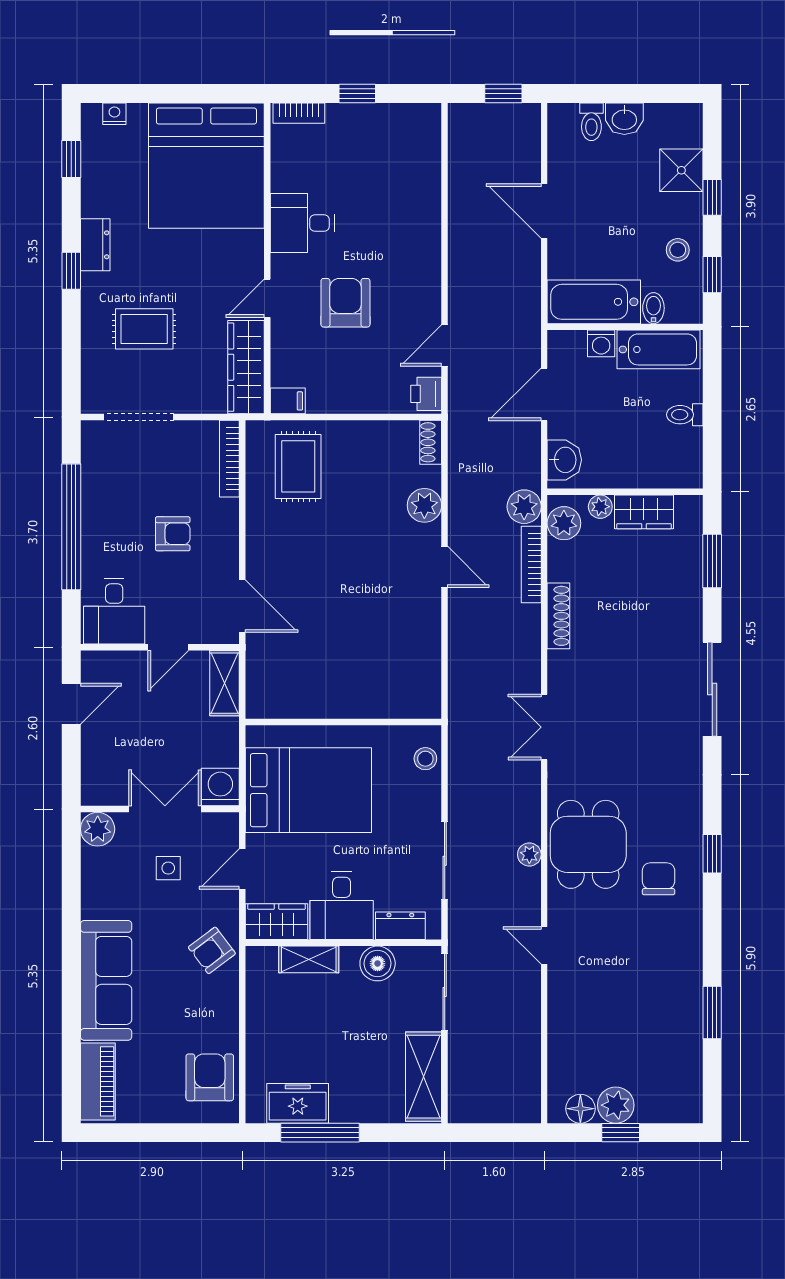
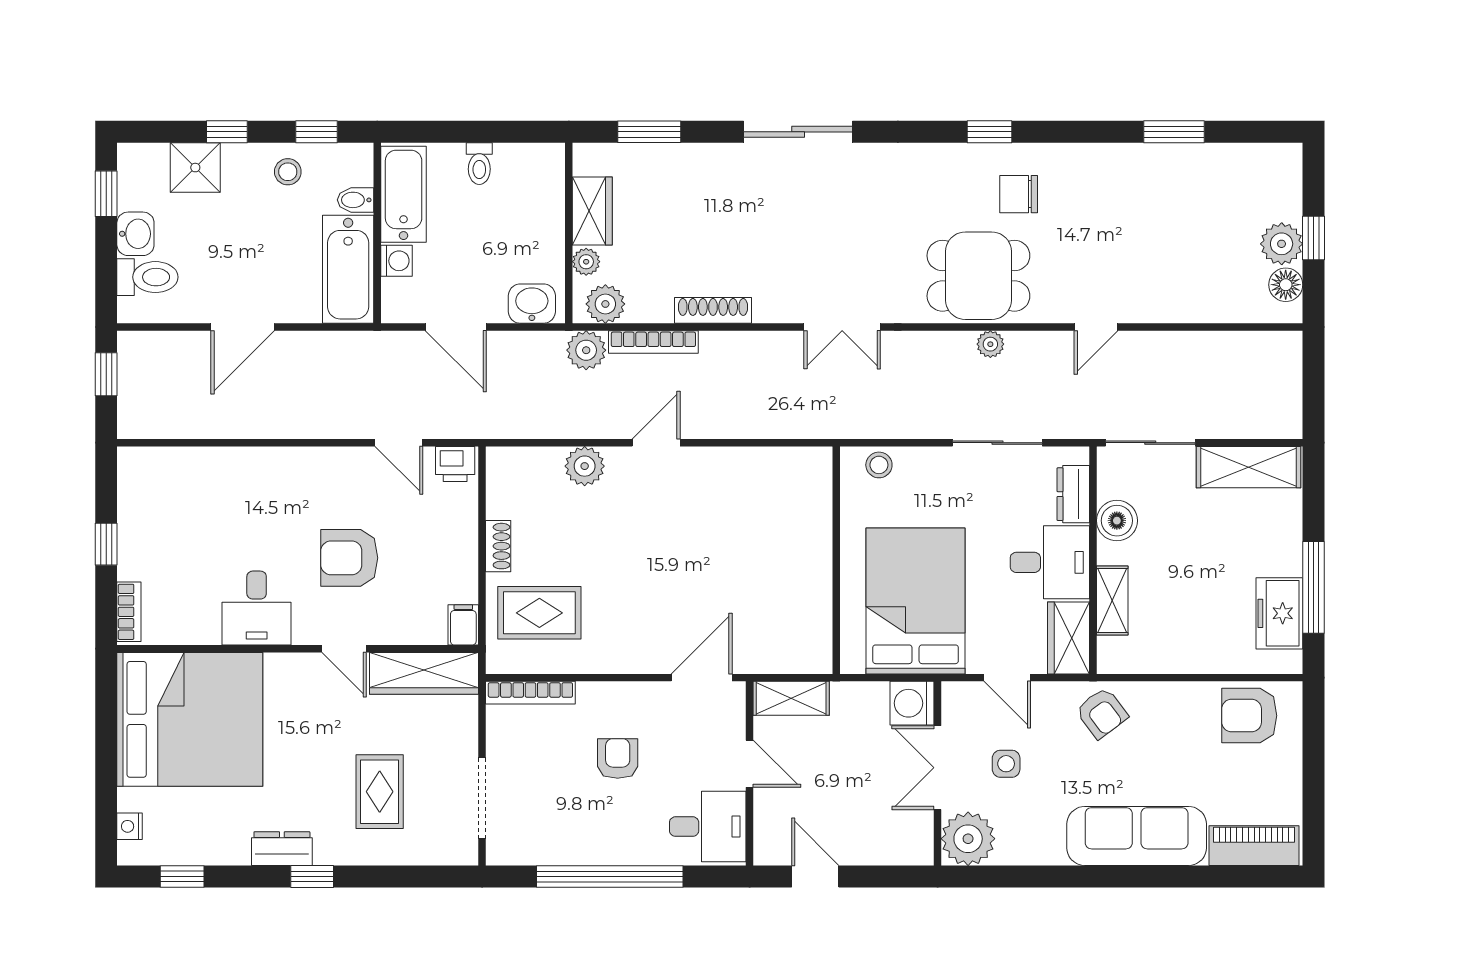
window: (659, 94) -> (106, 194), added
toilet: (591, 122) -> (147, 277), width x1.37, depth x1.39
shoe rack: (431, 442) -> (498, 546), moved, turned -90
plant: (98, 829) -> (968, 839), width x1.36, depth x1.36

